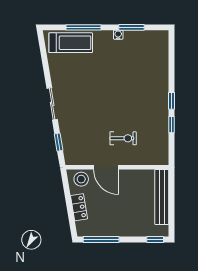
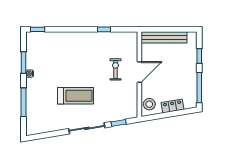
treadmill: (71, 43) -> (75, 96), moved, turned 90
window: (172, 101) -> (38, 29), moved
sliding door: (52, 104) -> (87, 128), width x1.37
door: (106, 167) -> (139, 72), moved
window: (155, 240) -> (199, 56), moved

